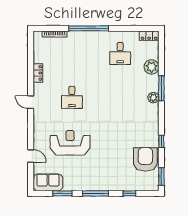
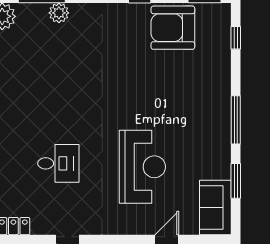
reception desk: (70, 143) -> (142, 167), turned 180
window: (129, 193) -> (236, 38), moved

